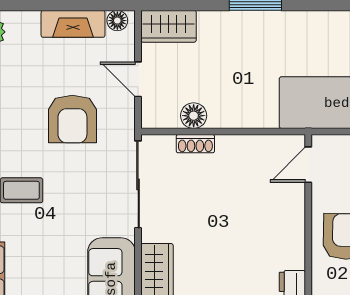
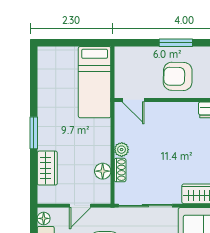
wardrobe: (169, 26) -> (47, 168), moved
plant: (228, 146) -> (122, 150), added

